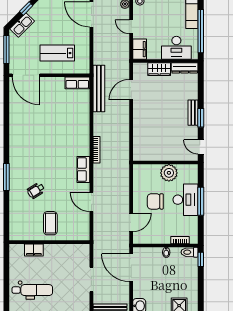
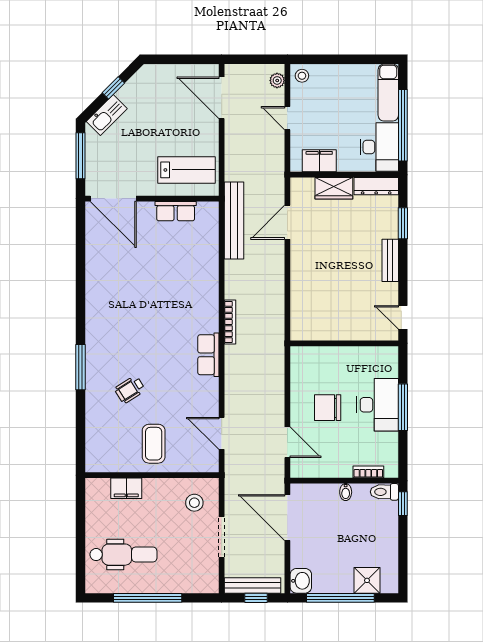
desk: (176, 48) -> (379, 147), moved, turned -90
filing cabinet: (140, 49) -> (319, 161), moved, turned -90
lab bench: (57, 53) -> (187, 170), moved, turned 180
row of seats: (77, 83) -> (176, 211), moved
window: (201, 118) -> (403, 223), moved
plant: (169, 173) -> (350, 360), removed
door: (91, 202) -> (222, 433), moved
door: (131, 222) -> (287, 442), hinge flipped
stool: (75, 259) -> (194, 503), added

